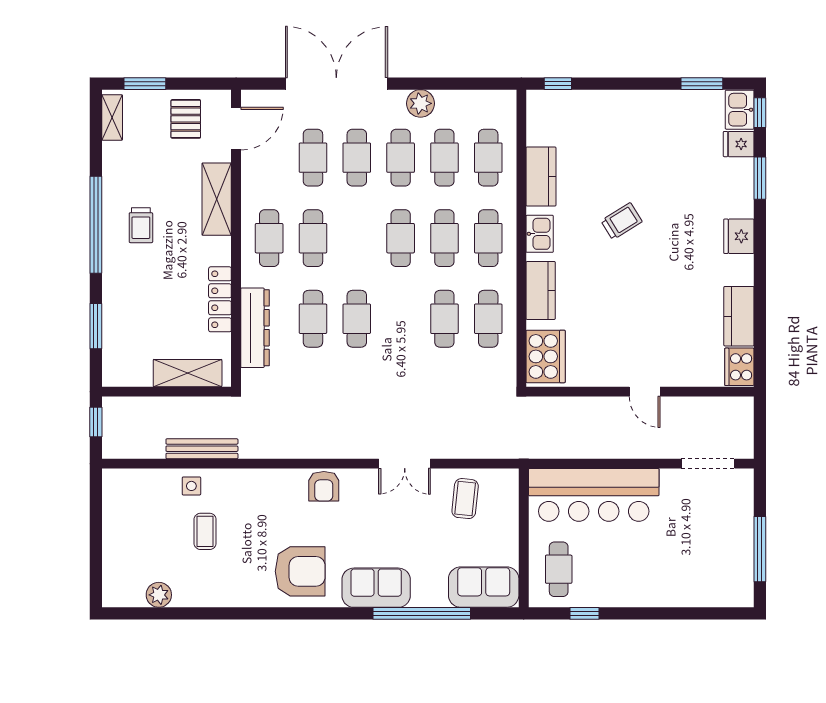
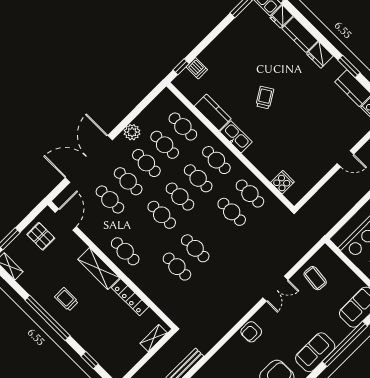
dishwasher: (575, 104) -> (197, 68), added
window: (760, 178) -> (349, 66), moved
shelving: (217, 199) -> (99, 268), moved
trolley: (141, 225) -> (66, 299), turned 180
kitchen sink: (540, 234) -> (236, 137), width x1.38
cafe table: (313, 238) -> (162, 215), moved
kitchen counter: (541, 290) -> (300, 35), moved, turned 180
window: (96, 326) -> (90, 360), width x0.67
dresser: (255, 328) -> (157, 294), removed
cooker: (546, 356) -> (282, 182), width x0.53, depth x0.76
shelving: (188, 373) -> (154, 338), width x0.67, depth x0.75
armchair: (324, 486) -> (251, 332), turned 90

